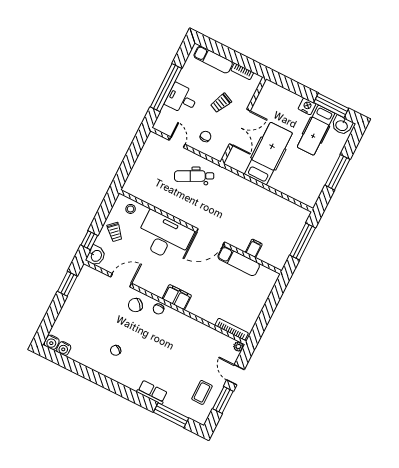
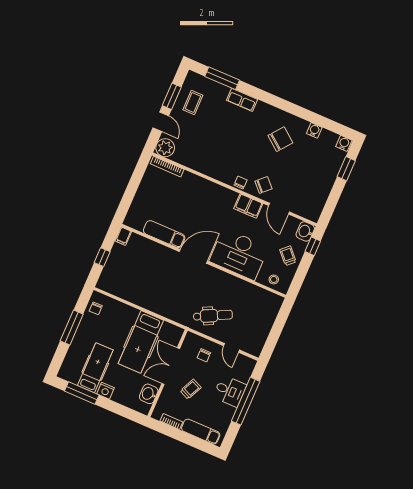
washbasin: (342, 125) -> (149, 394), moved, turned -90
chair: (312, 190) -> (96, 308), added
window: (303, 241) -> (102, 257), width x0.46
filing cabinet: (254, 248) -> (123, 236), moved
door: (121, 280) -> (279, 209), hinge flipped
window: (67, 284) -> (346, 169), moved
filing cabinet: (177, 297) -> (248, 206), moved
plant: (238, 346) -> (165, 148), width x1.87, depth x1.87
water cooler: (64, 349) -> (314, 130), moved
chair: (116, 350) -> (280, 139), width x1.87, depth x1.87

